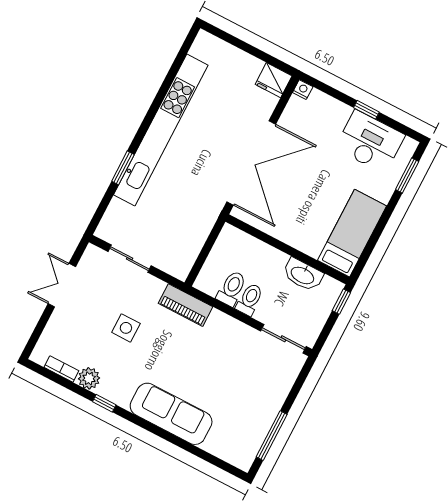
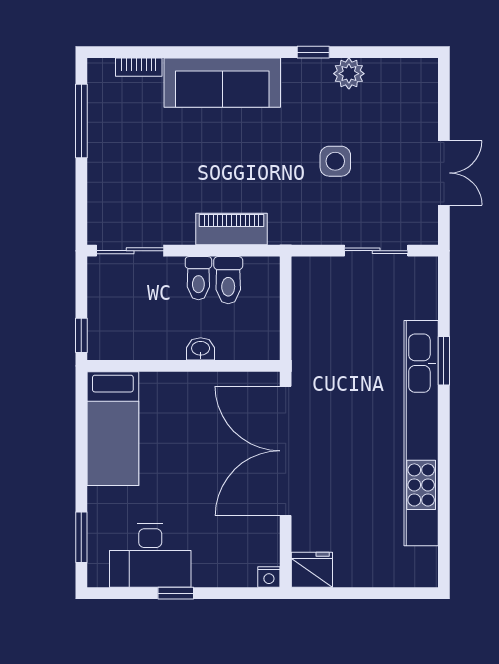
washbasin: (303, 275) -> (201, 349), moved, width x0.52, depth x0.69
piano: (186, 305) -> (231, 229), moved
bookcase: (61, 369) -> (139, 67), moved

